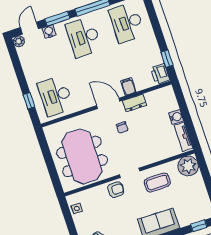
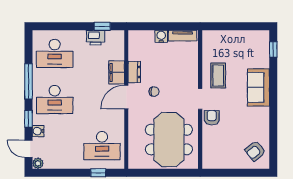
window: (57, 19) -> (28, 119), width x0.67
printer: (160, 74) -> (96, 38), moved
filing cabinet: (128, 87) -> (117, 72), width x2.00
meeting table: (82, 156) -> (169, 140), turned 90
plant: (188, 166) -> (212, 40), removed
side table: (77, 209) -> (217, 161), removed

